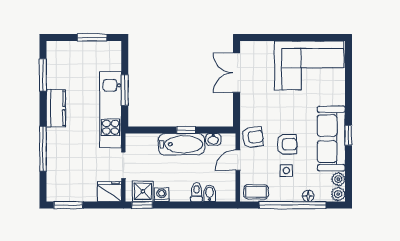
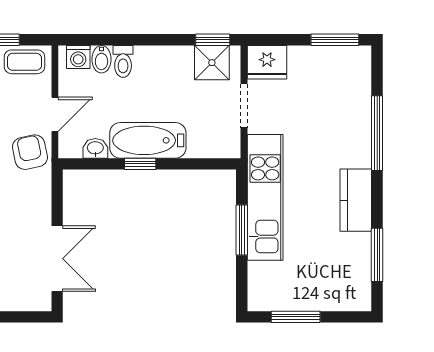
armchair: (253, 137) -> (30, 152), turned 85
washing machine: (162, 195) -> (78, 57), moved

